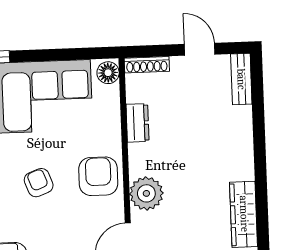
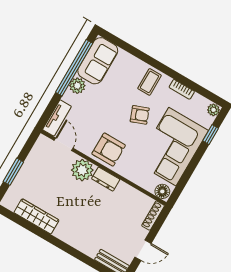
dresser: (137, 123) -> (106, 179), moved
armchair: (39, 183) -> (140, 115), moved

